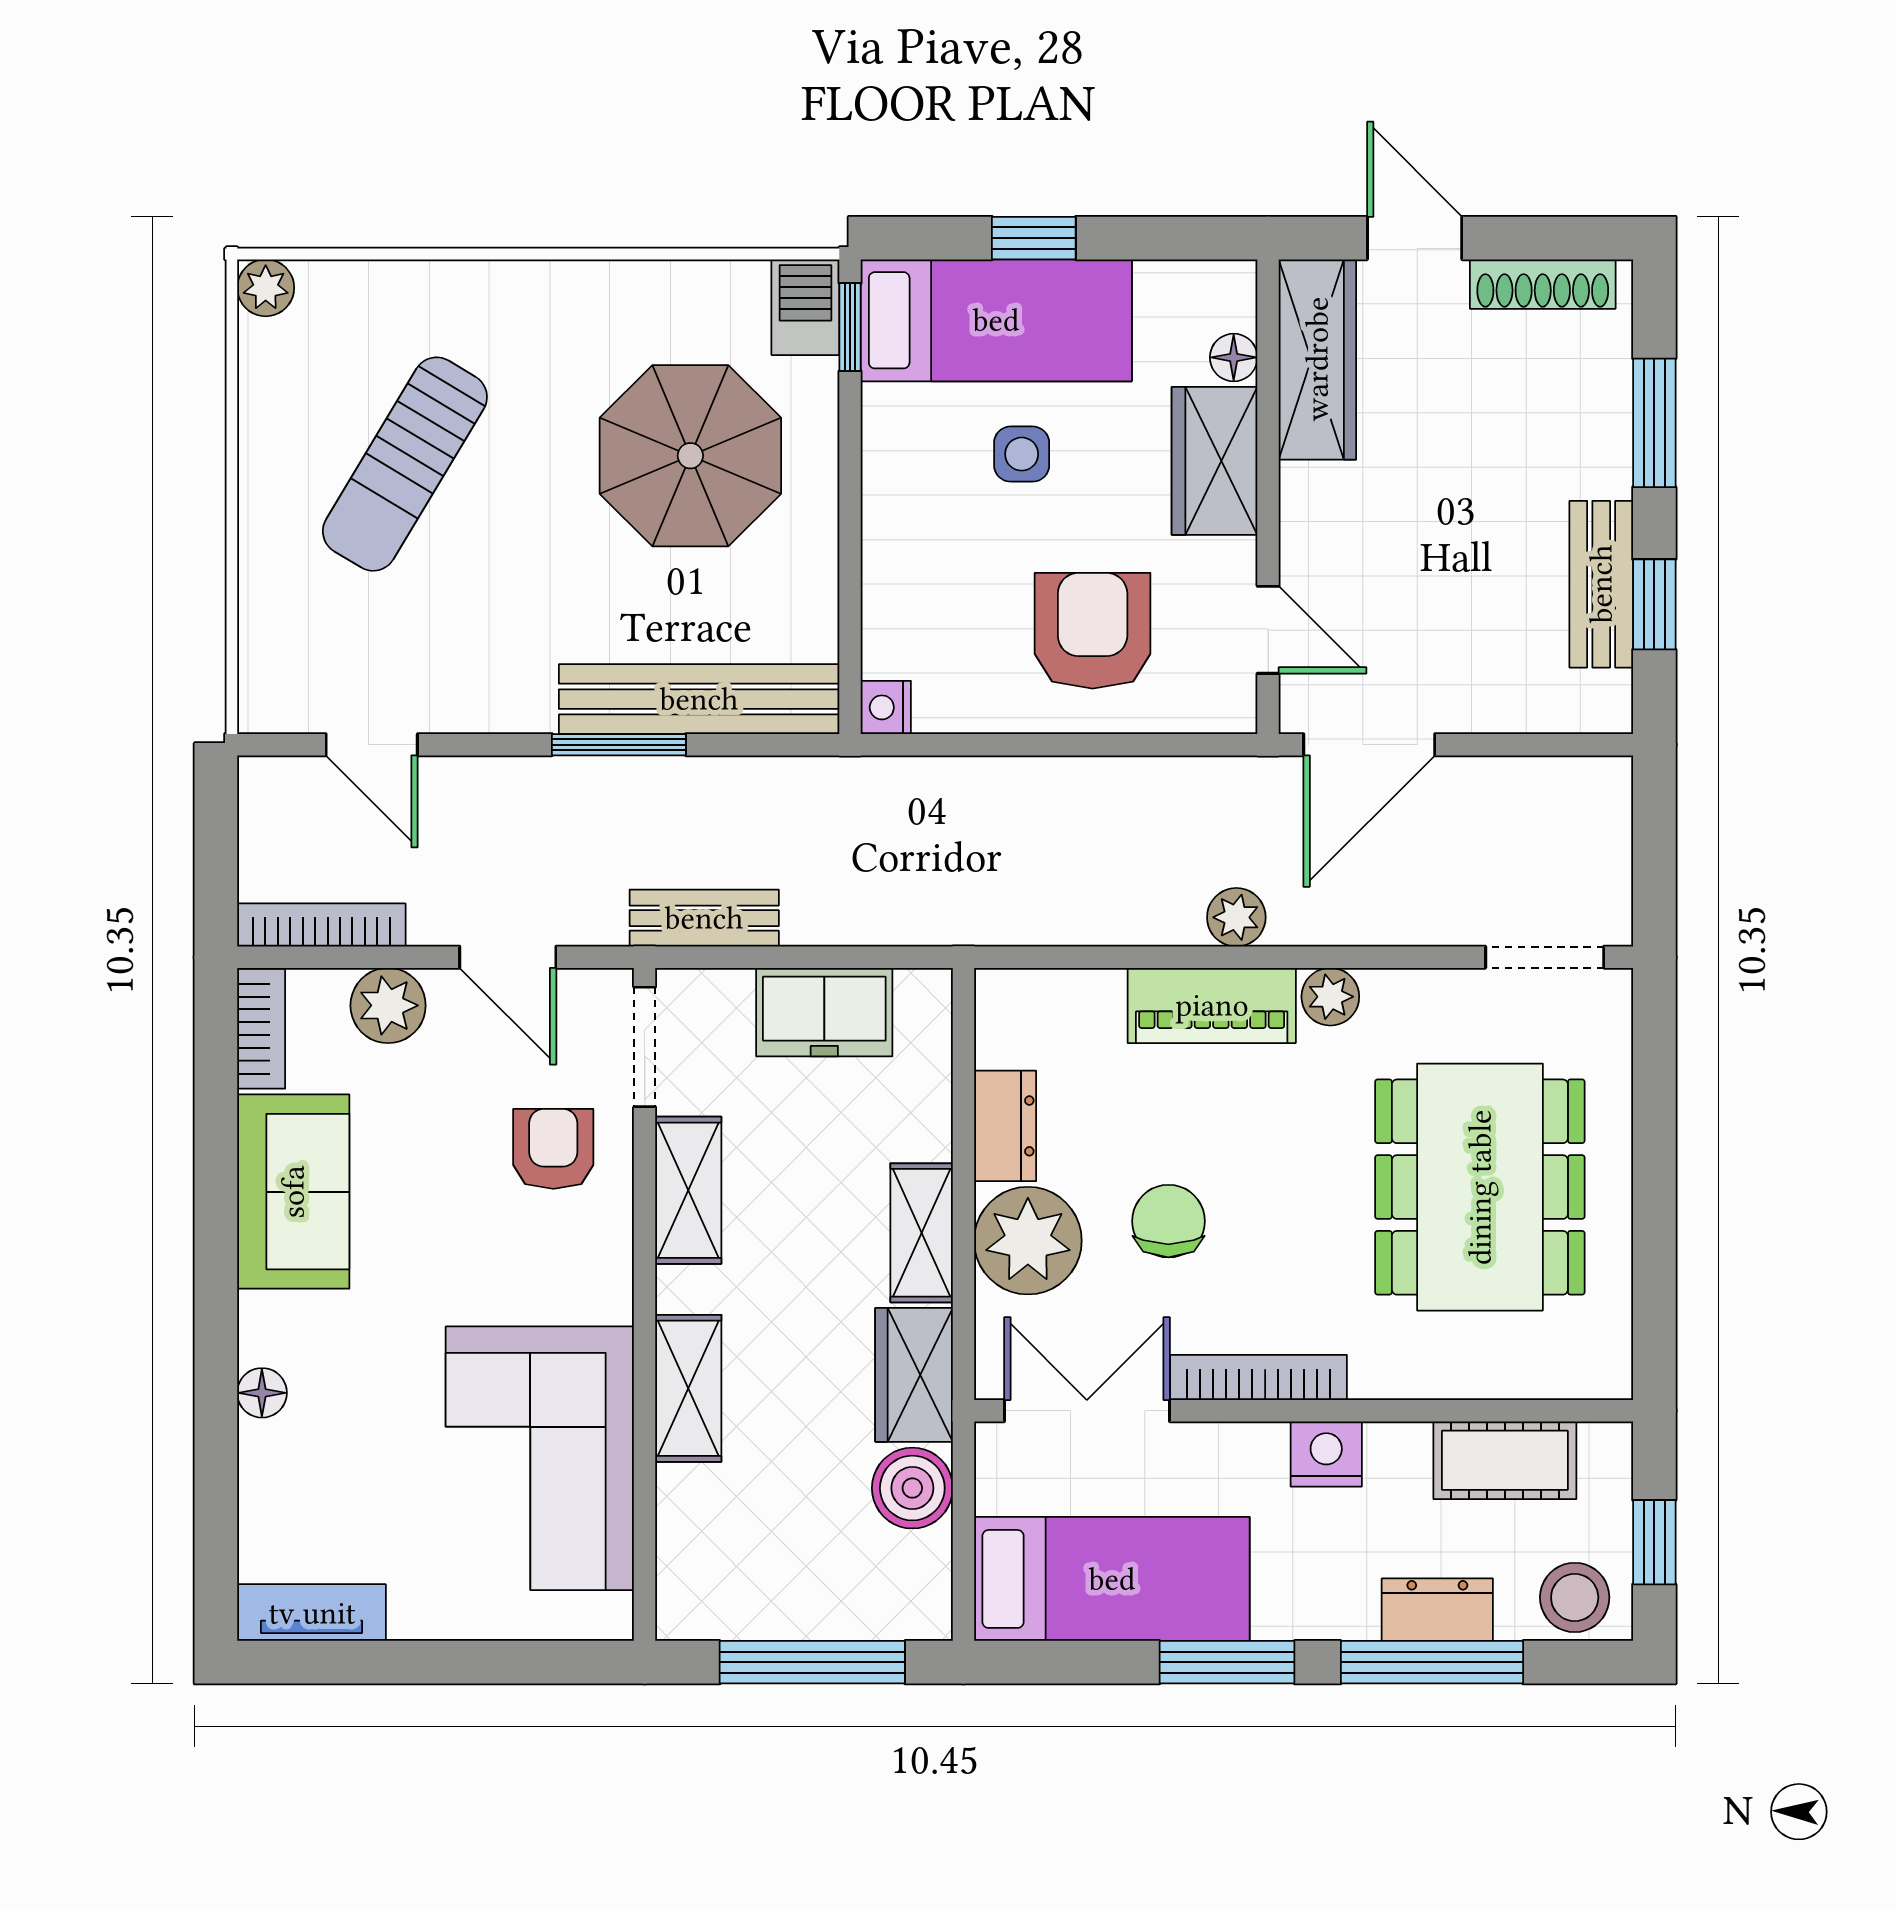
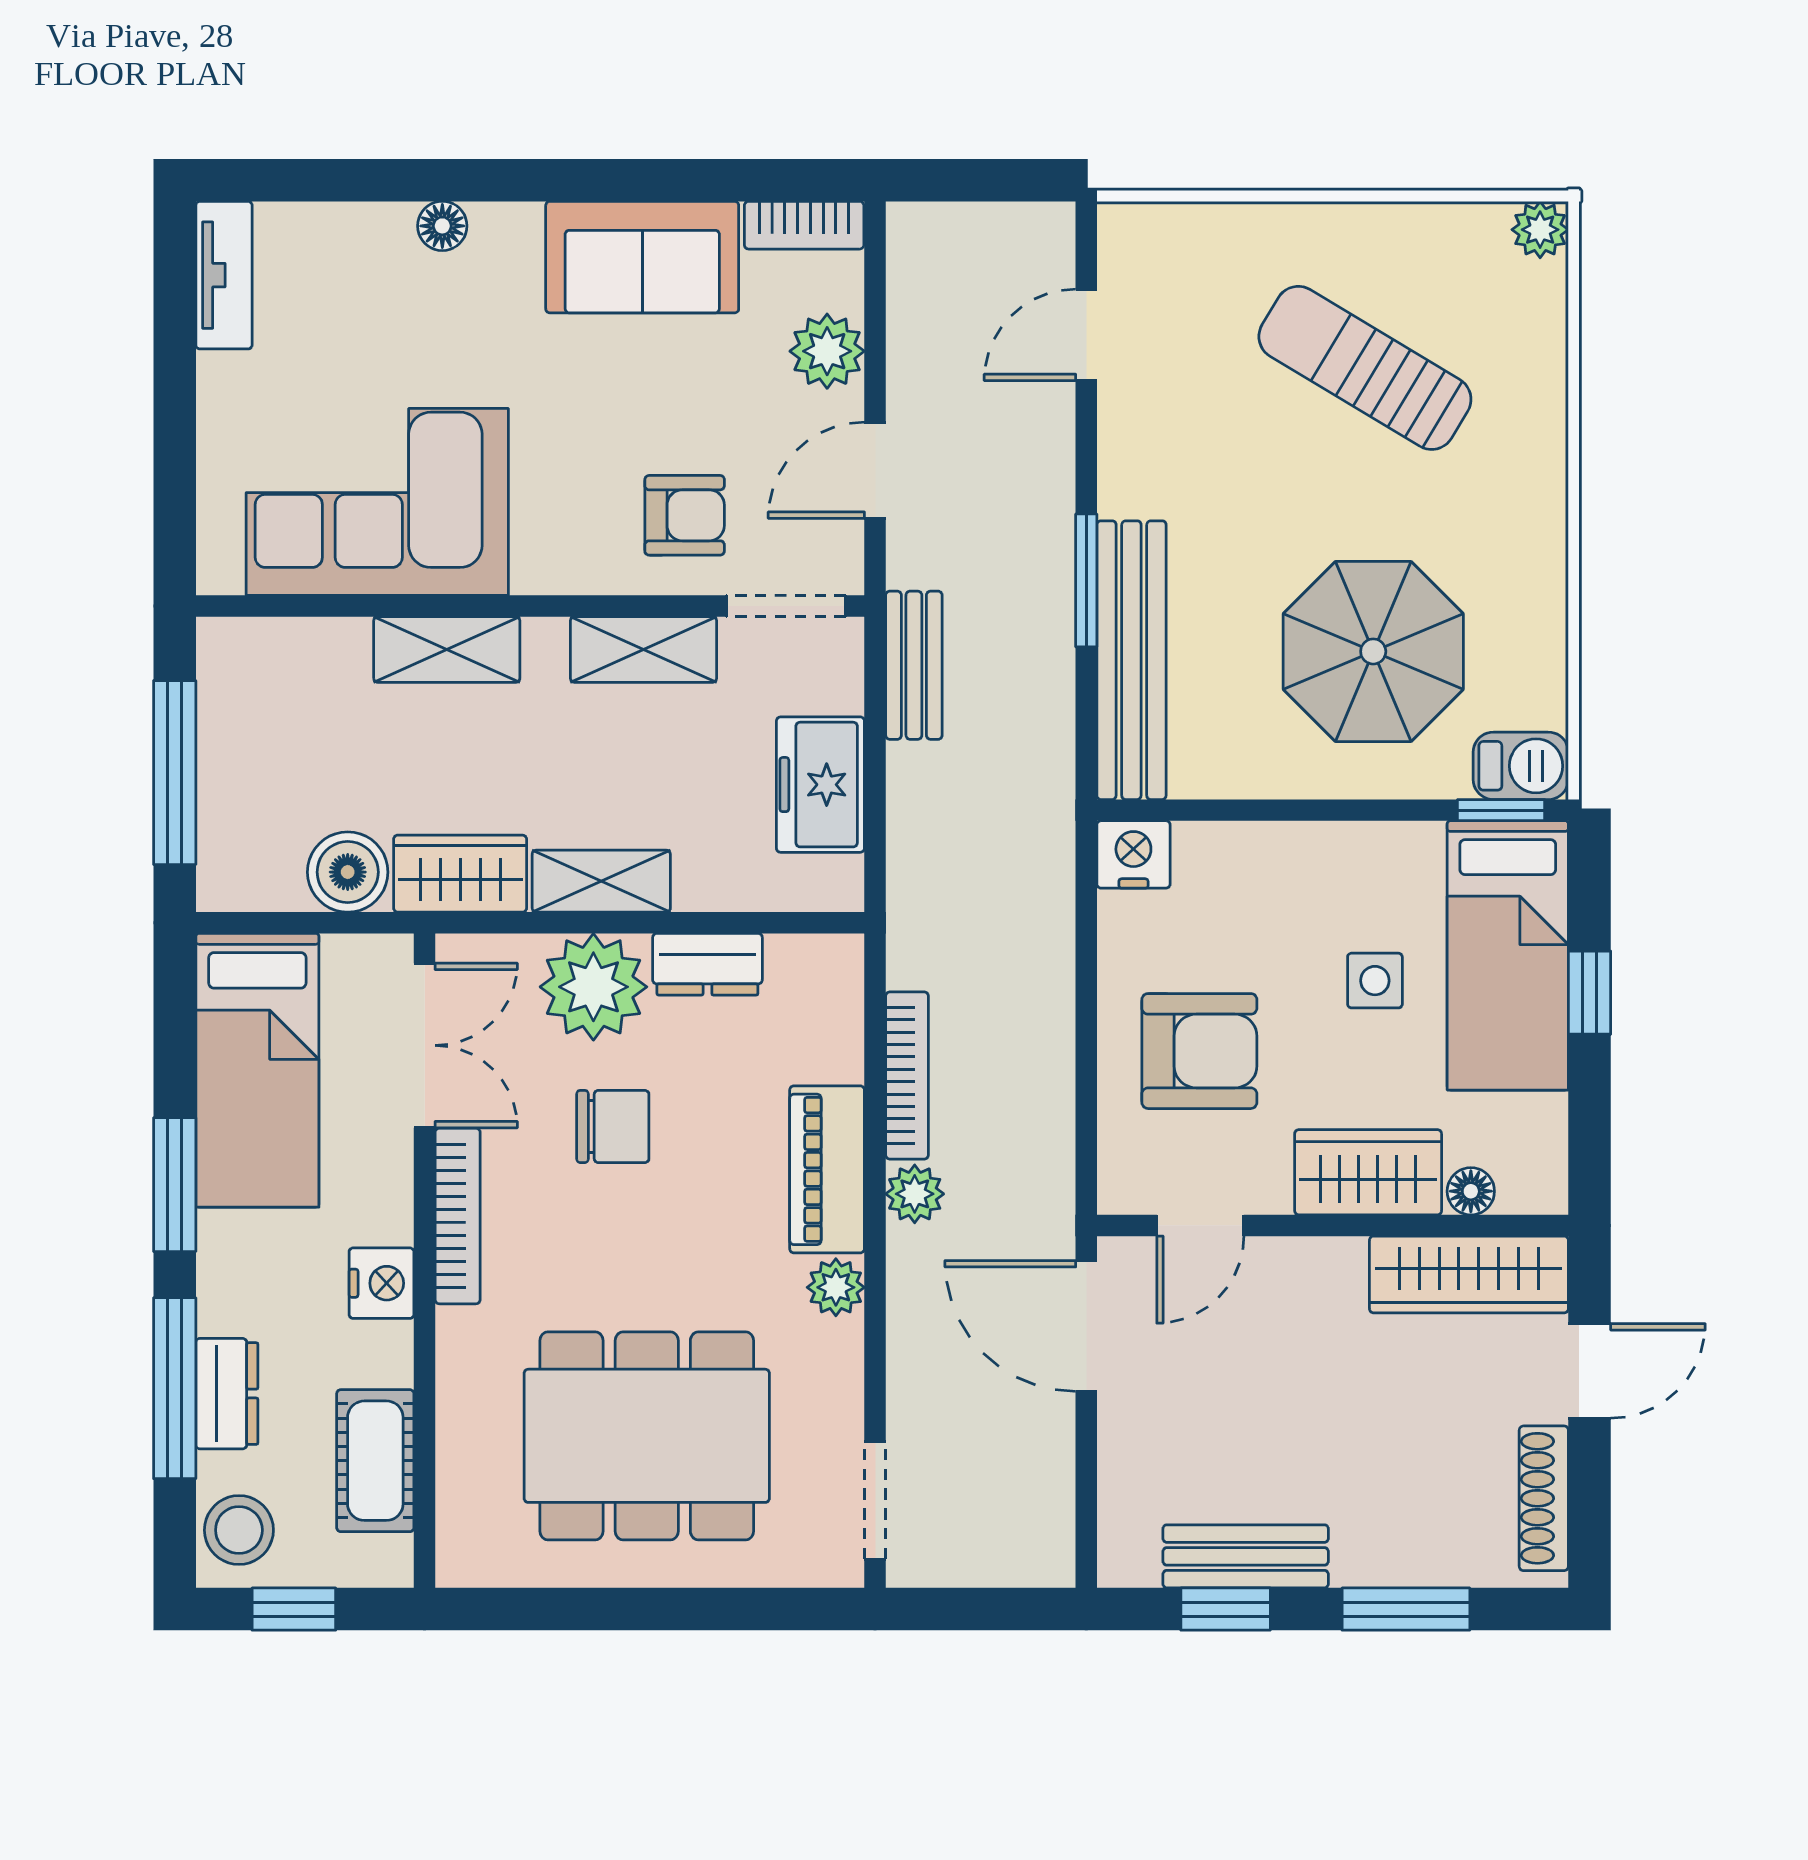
nightstand: (886, 707) -> (1133, 854), width x1.39, depth x1.35
bookcase: (321, 925) -> (907, 1076), moved

